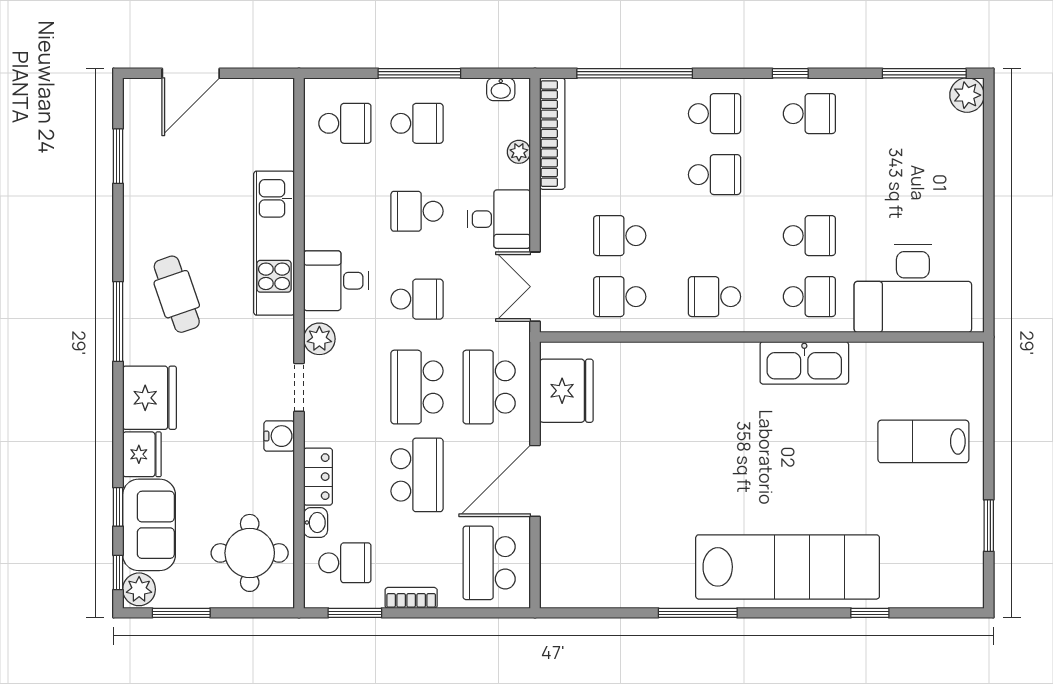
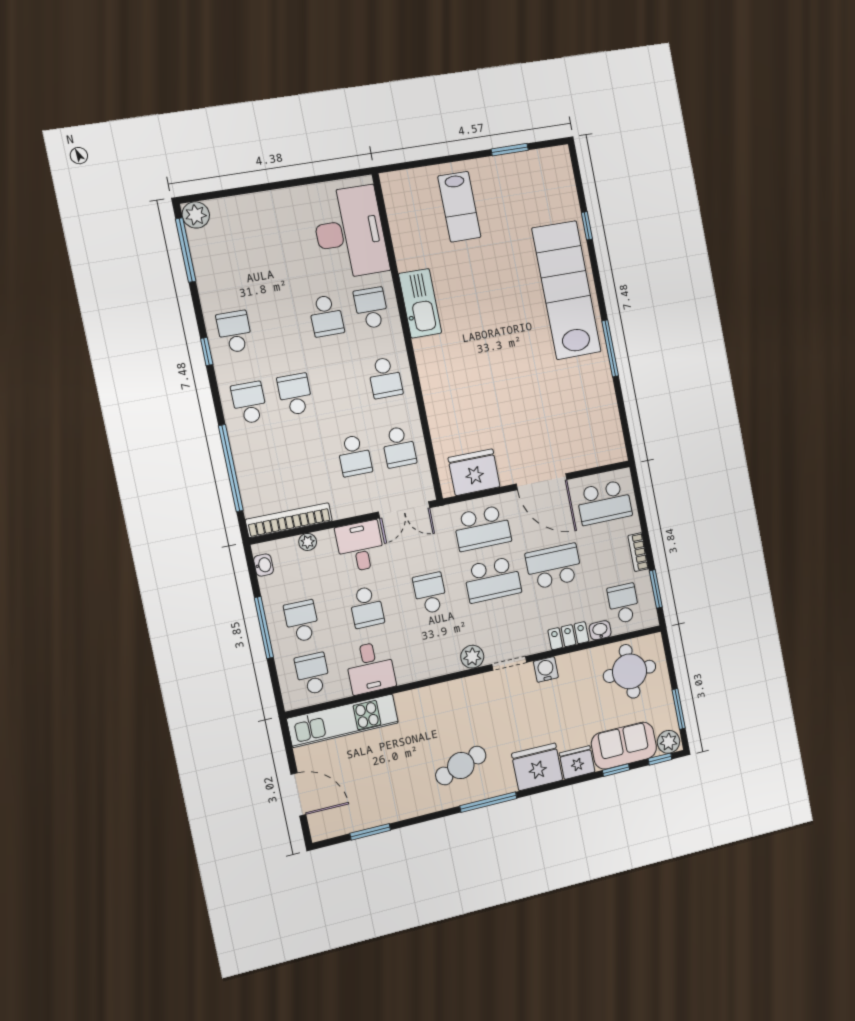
school desk: (809, 236) -> (326, 316), turned 180
kitchen unit: (274, 243) -> (343, 721), moved
desk: (336, 281) -> (370, 668), moved

